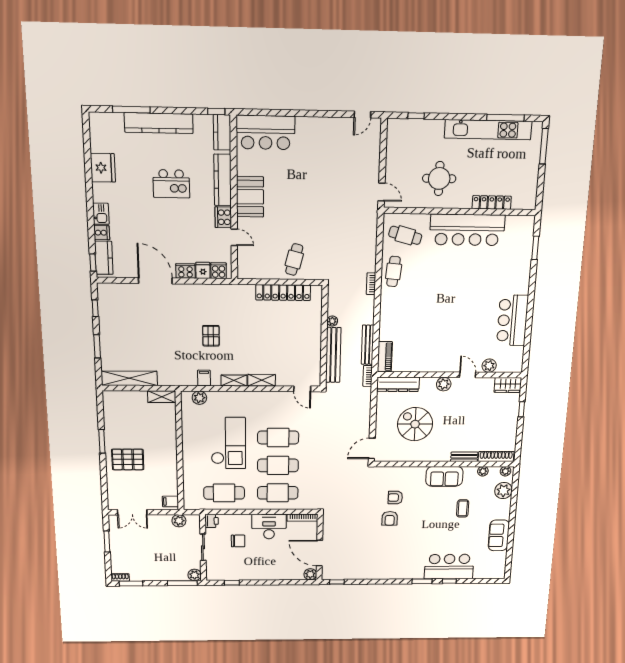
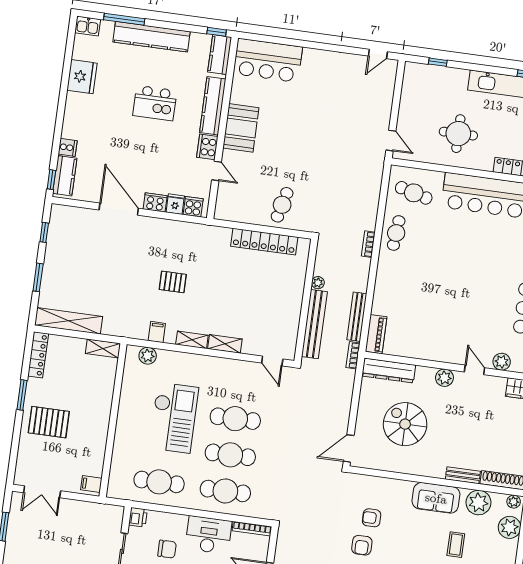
kitchen sink: (101, 214) -> (88, 26), moved, turned 90
pallet: (211, 336) -> (173, 282), turned 90
locker: (109, 408) -> (38, 355), added
plant: (483, 471) -> (478, 503), width x1.88, depth x1.88
plant: (179, 521) -> (98, 511), removed

